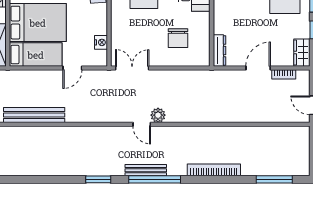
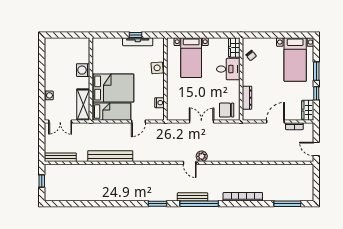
chair: (178, 38) -> (227, 110), moved, turned 90
dresser: (220, 50) -> (247, 98), moved
double door: (132, 68) -> (201, 121), moved

